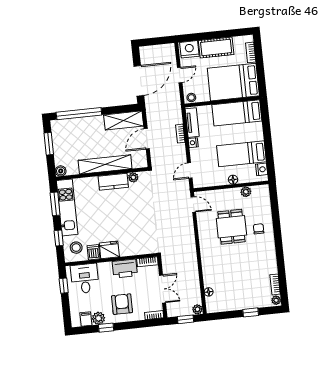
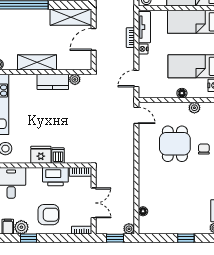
shelving: (105, 164) -> (37, 62), width x0.68
dishwasher: (94, 252) -> (58, 156), moved
armchair: (122, 304) -> (48, 215), turned 90

